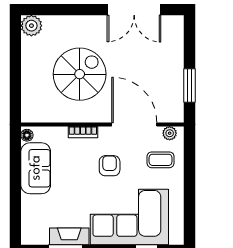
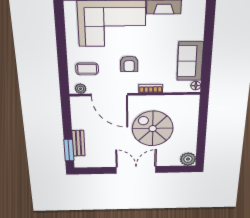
double door: (134, 10) -> (136, 170), moved
bench: (176, 54) -> (78, 143), added
spiral stairs: (80, 74) -> (153, 129), turned 90
window: (189, 86) -> (69, 150), moved

